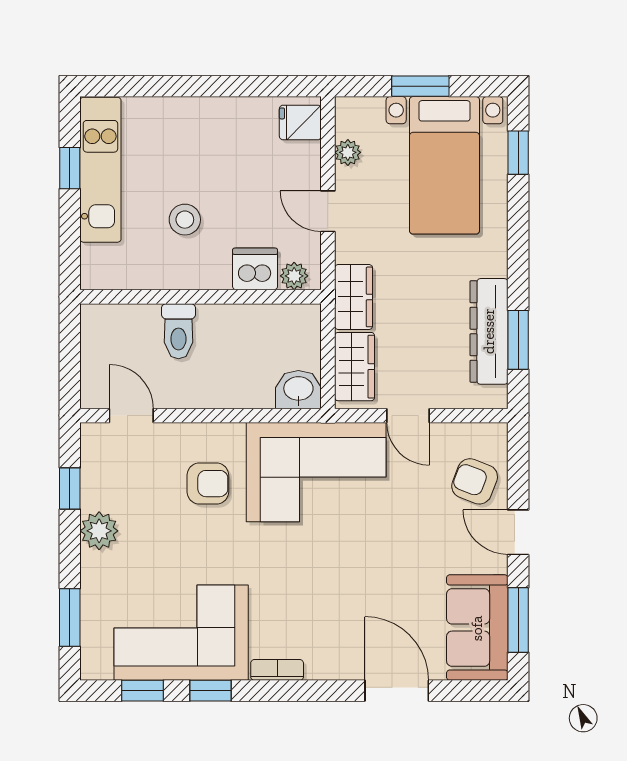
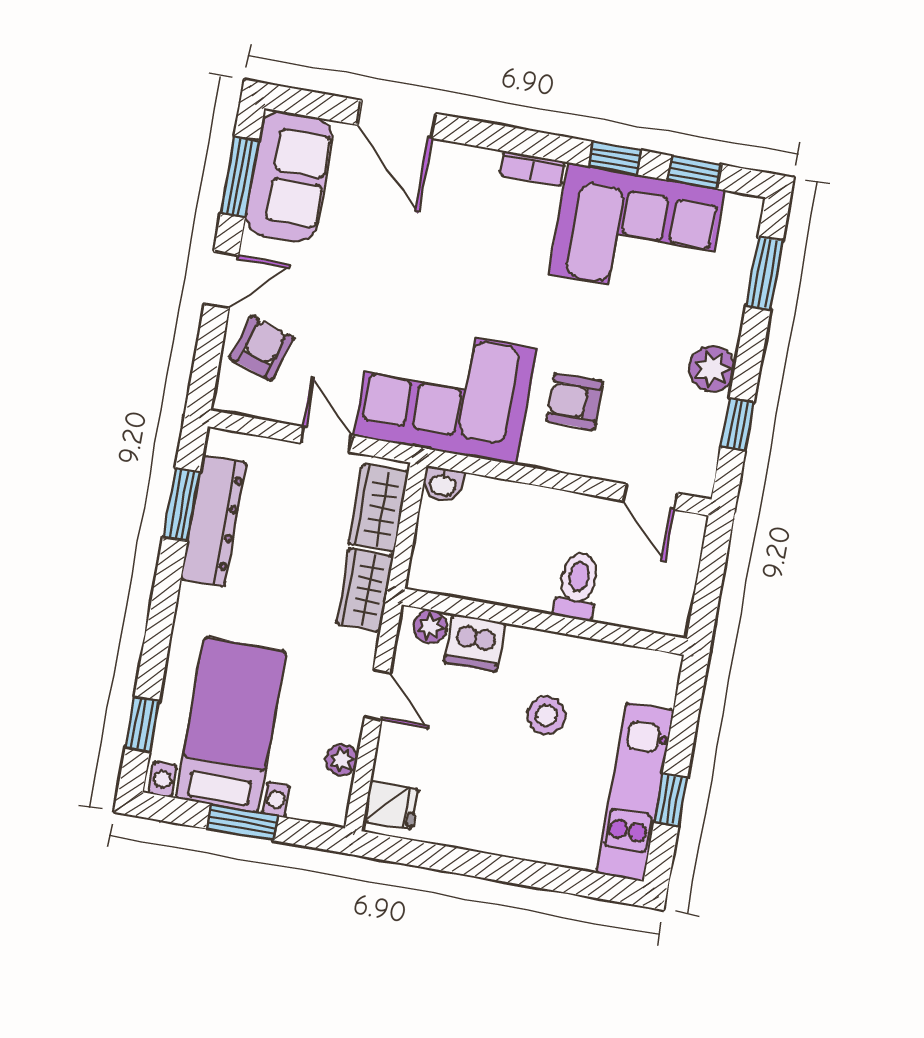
washbasin: (298, 390) -> (443, 484), width x0.72, depth x0.69
armchair: (475, 481) -> (262, 348), turned -93
door: (518, 532) -> (221, 280), hinge flipped

